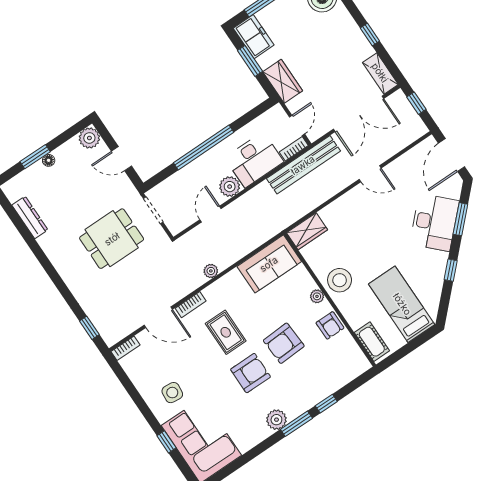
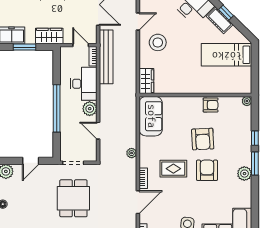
stool: (340, 280) -> (158, 42), moved
plant: (317, 296) -> (247, 101), moved
cot: (372, 342) -> (220, 20), moved, turned 45

